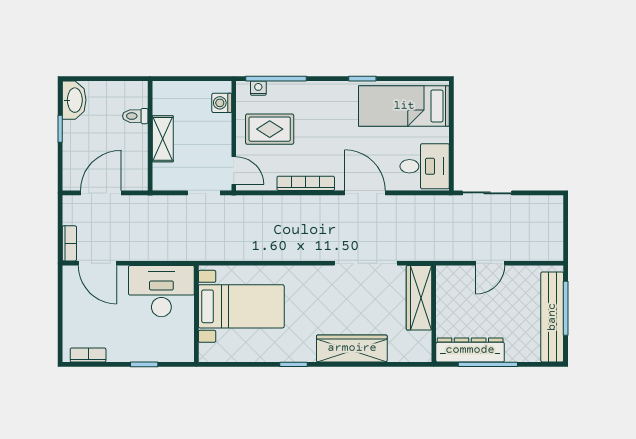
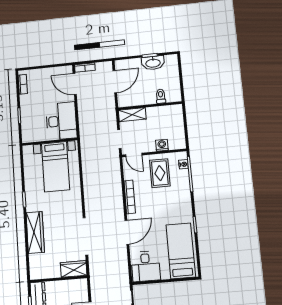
washbasin: (74, 100) -> (153, 63), moved
washing machine: (222, 103) -> (162, 145), moved
shelving: (163, 139) -> (132, 115), moved
door: (234, 171) -> (134, 155), hinge flipped
door: (101, 193) -> (115, 82), hinge flipped
door: (97, 263) -> (75, 84), hinge flipped
wardrobe: (419, 298) -> (74, 269), width x0.67

